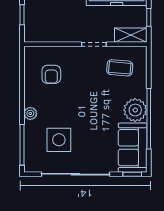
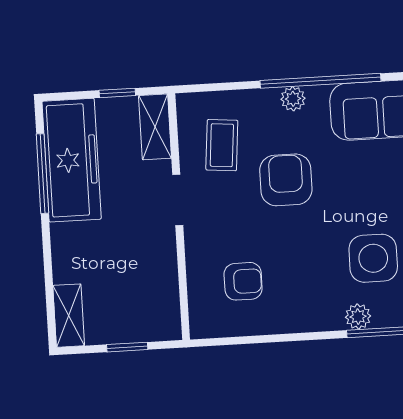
armchair: (101, 99) -> (286, 180), added
plant: (135, 110) -> (293, 99), width x0.53, depth x0.53
plant: (30, 113) -> (358, 317), moved

